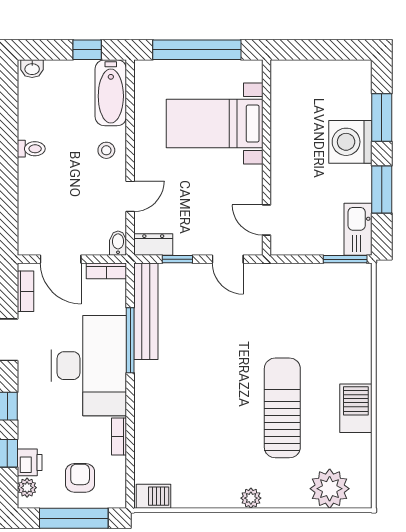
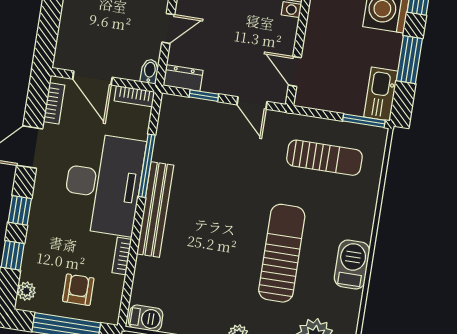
sun lounger: (311, 303) -> (324, 158), added
bench: (146, 311) -> (155, 210), moved
printer: (30, 462) -> (33, 267), removed

